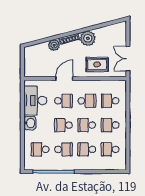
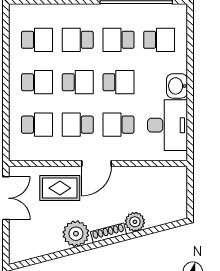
door: (64, 79) -> (96, 163), moved
school desk: (87, 149) -> (78, 40), turned 180

